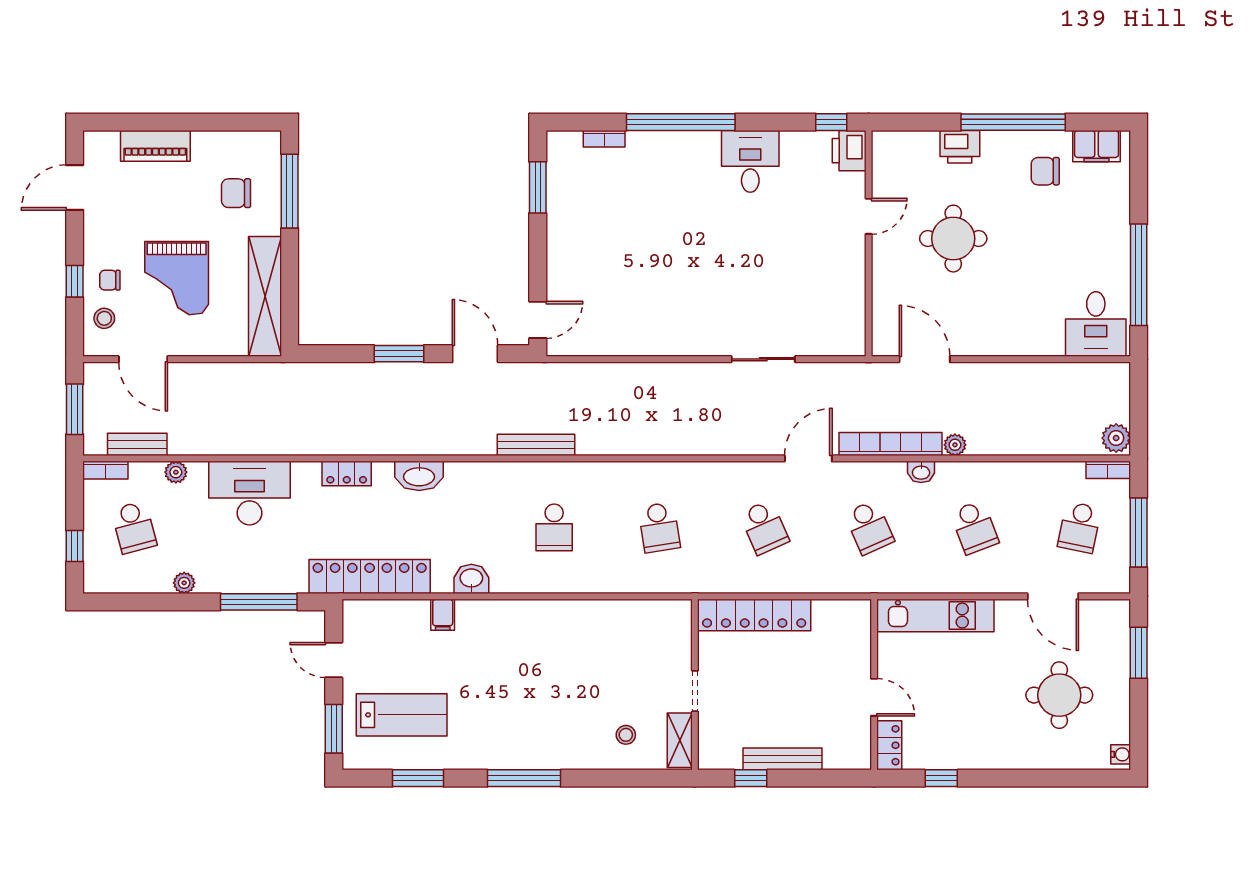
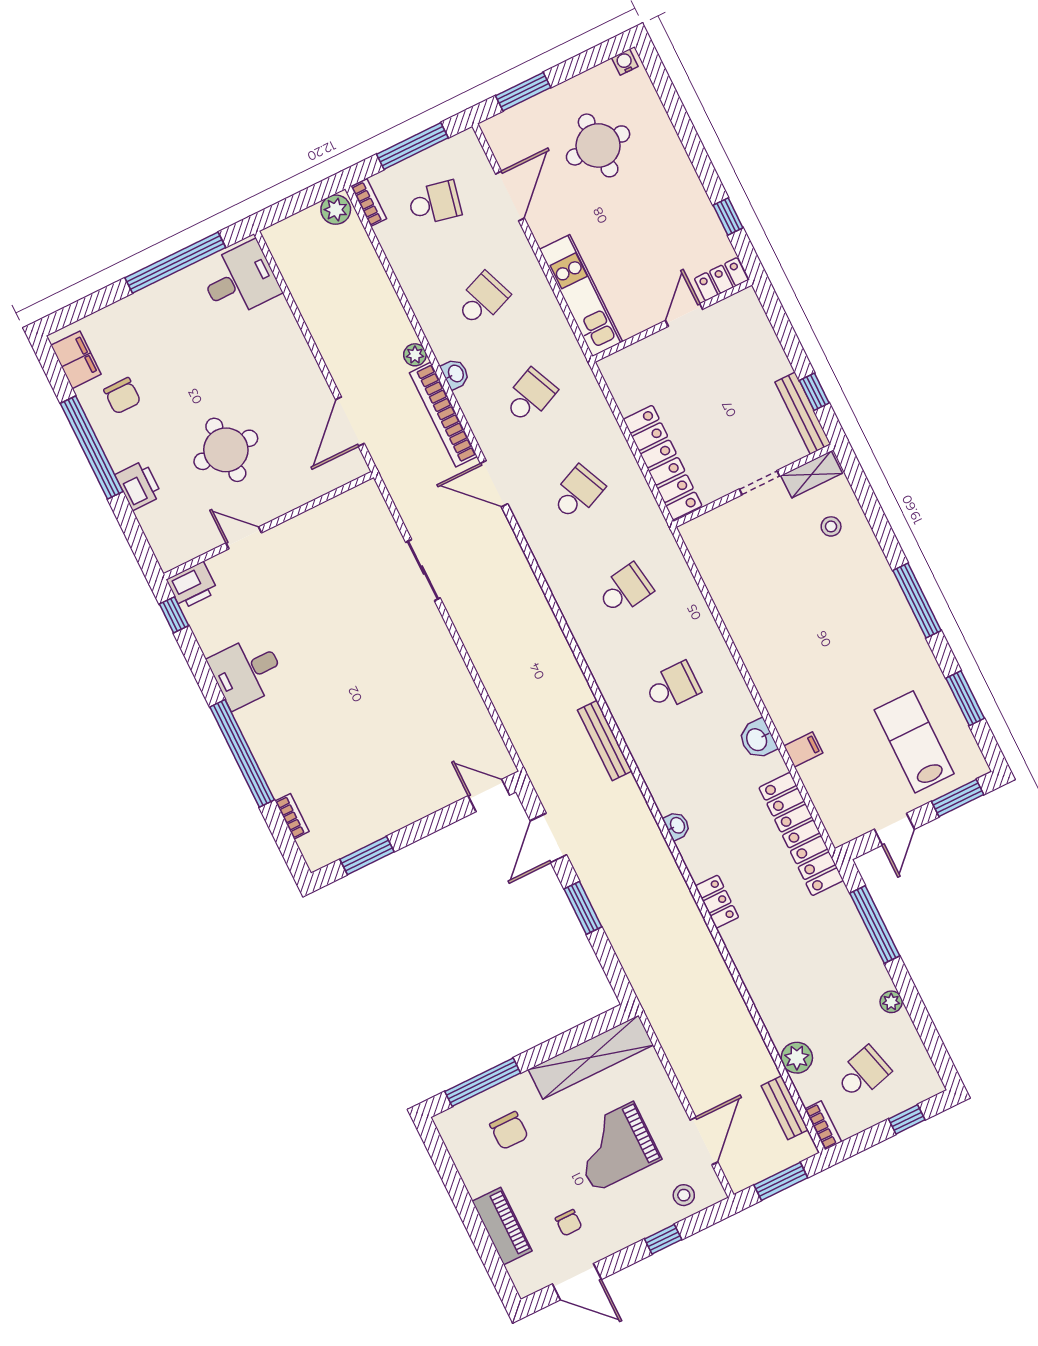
grand piano: (177, 278) -> (614, 1147), turned 180
chair: (110, 280) -> (569, 1223), moved
plant: (176, 472) -> (797, 1058), width x1.38, depth x1.38
washbasin: (419, 476) -> (677, 826), width x0.52, depth x0.69
desk: (250, 493) -> (779, 982), removed
bench: (783, 759) -> (803, 413), moved

